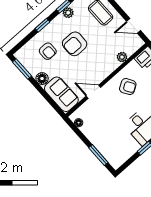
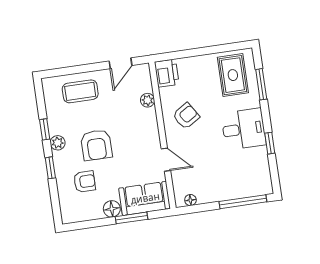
plant: (68, 13) -> (58, 143), moved
window: (22, 69) -> (131, 218), moved
door: (93, 92) -> (166, 160), swing flipped
window: (98, 155) -> (243, 202), width x1.44

